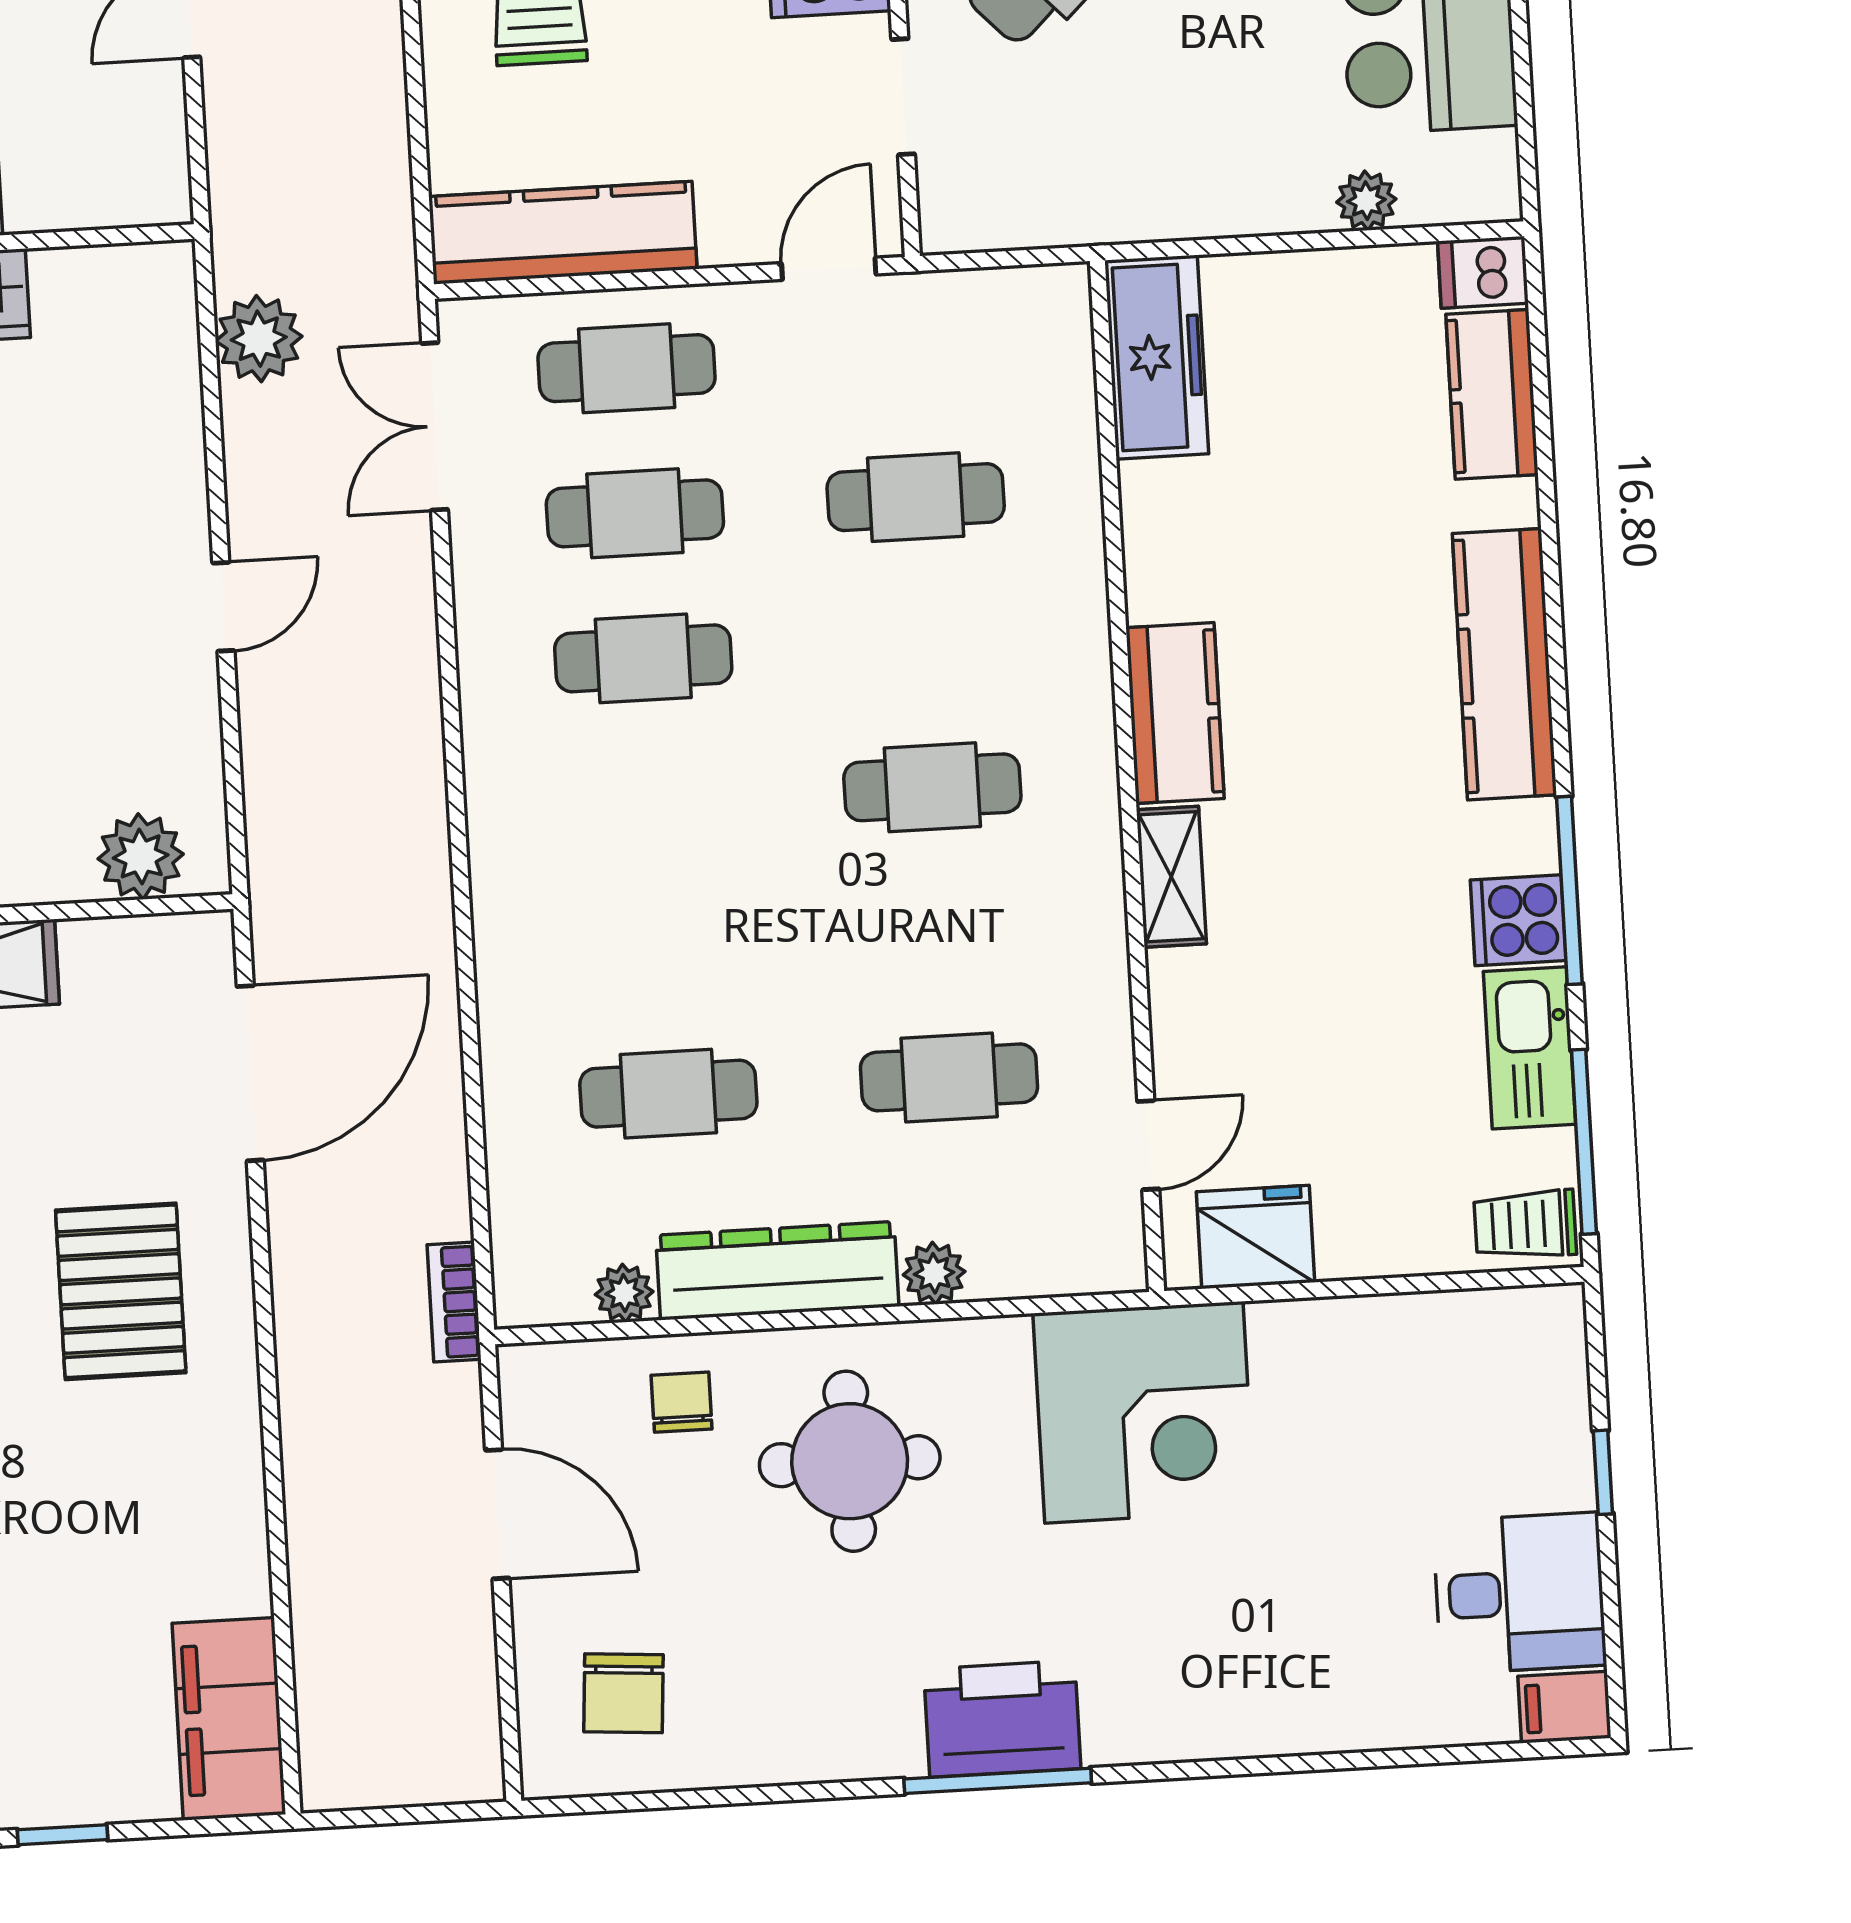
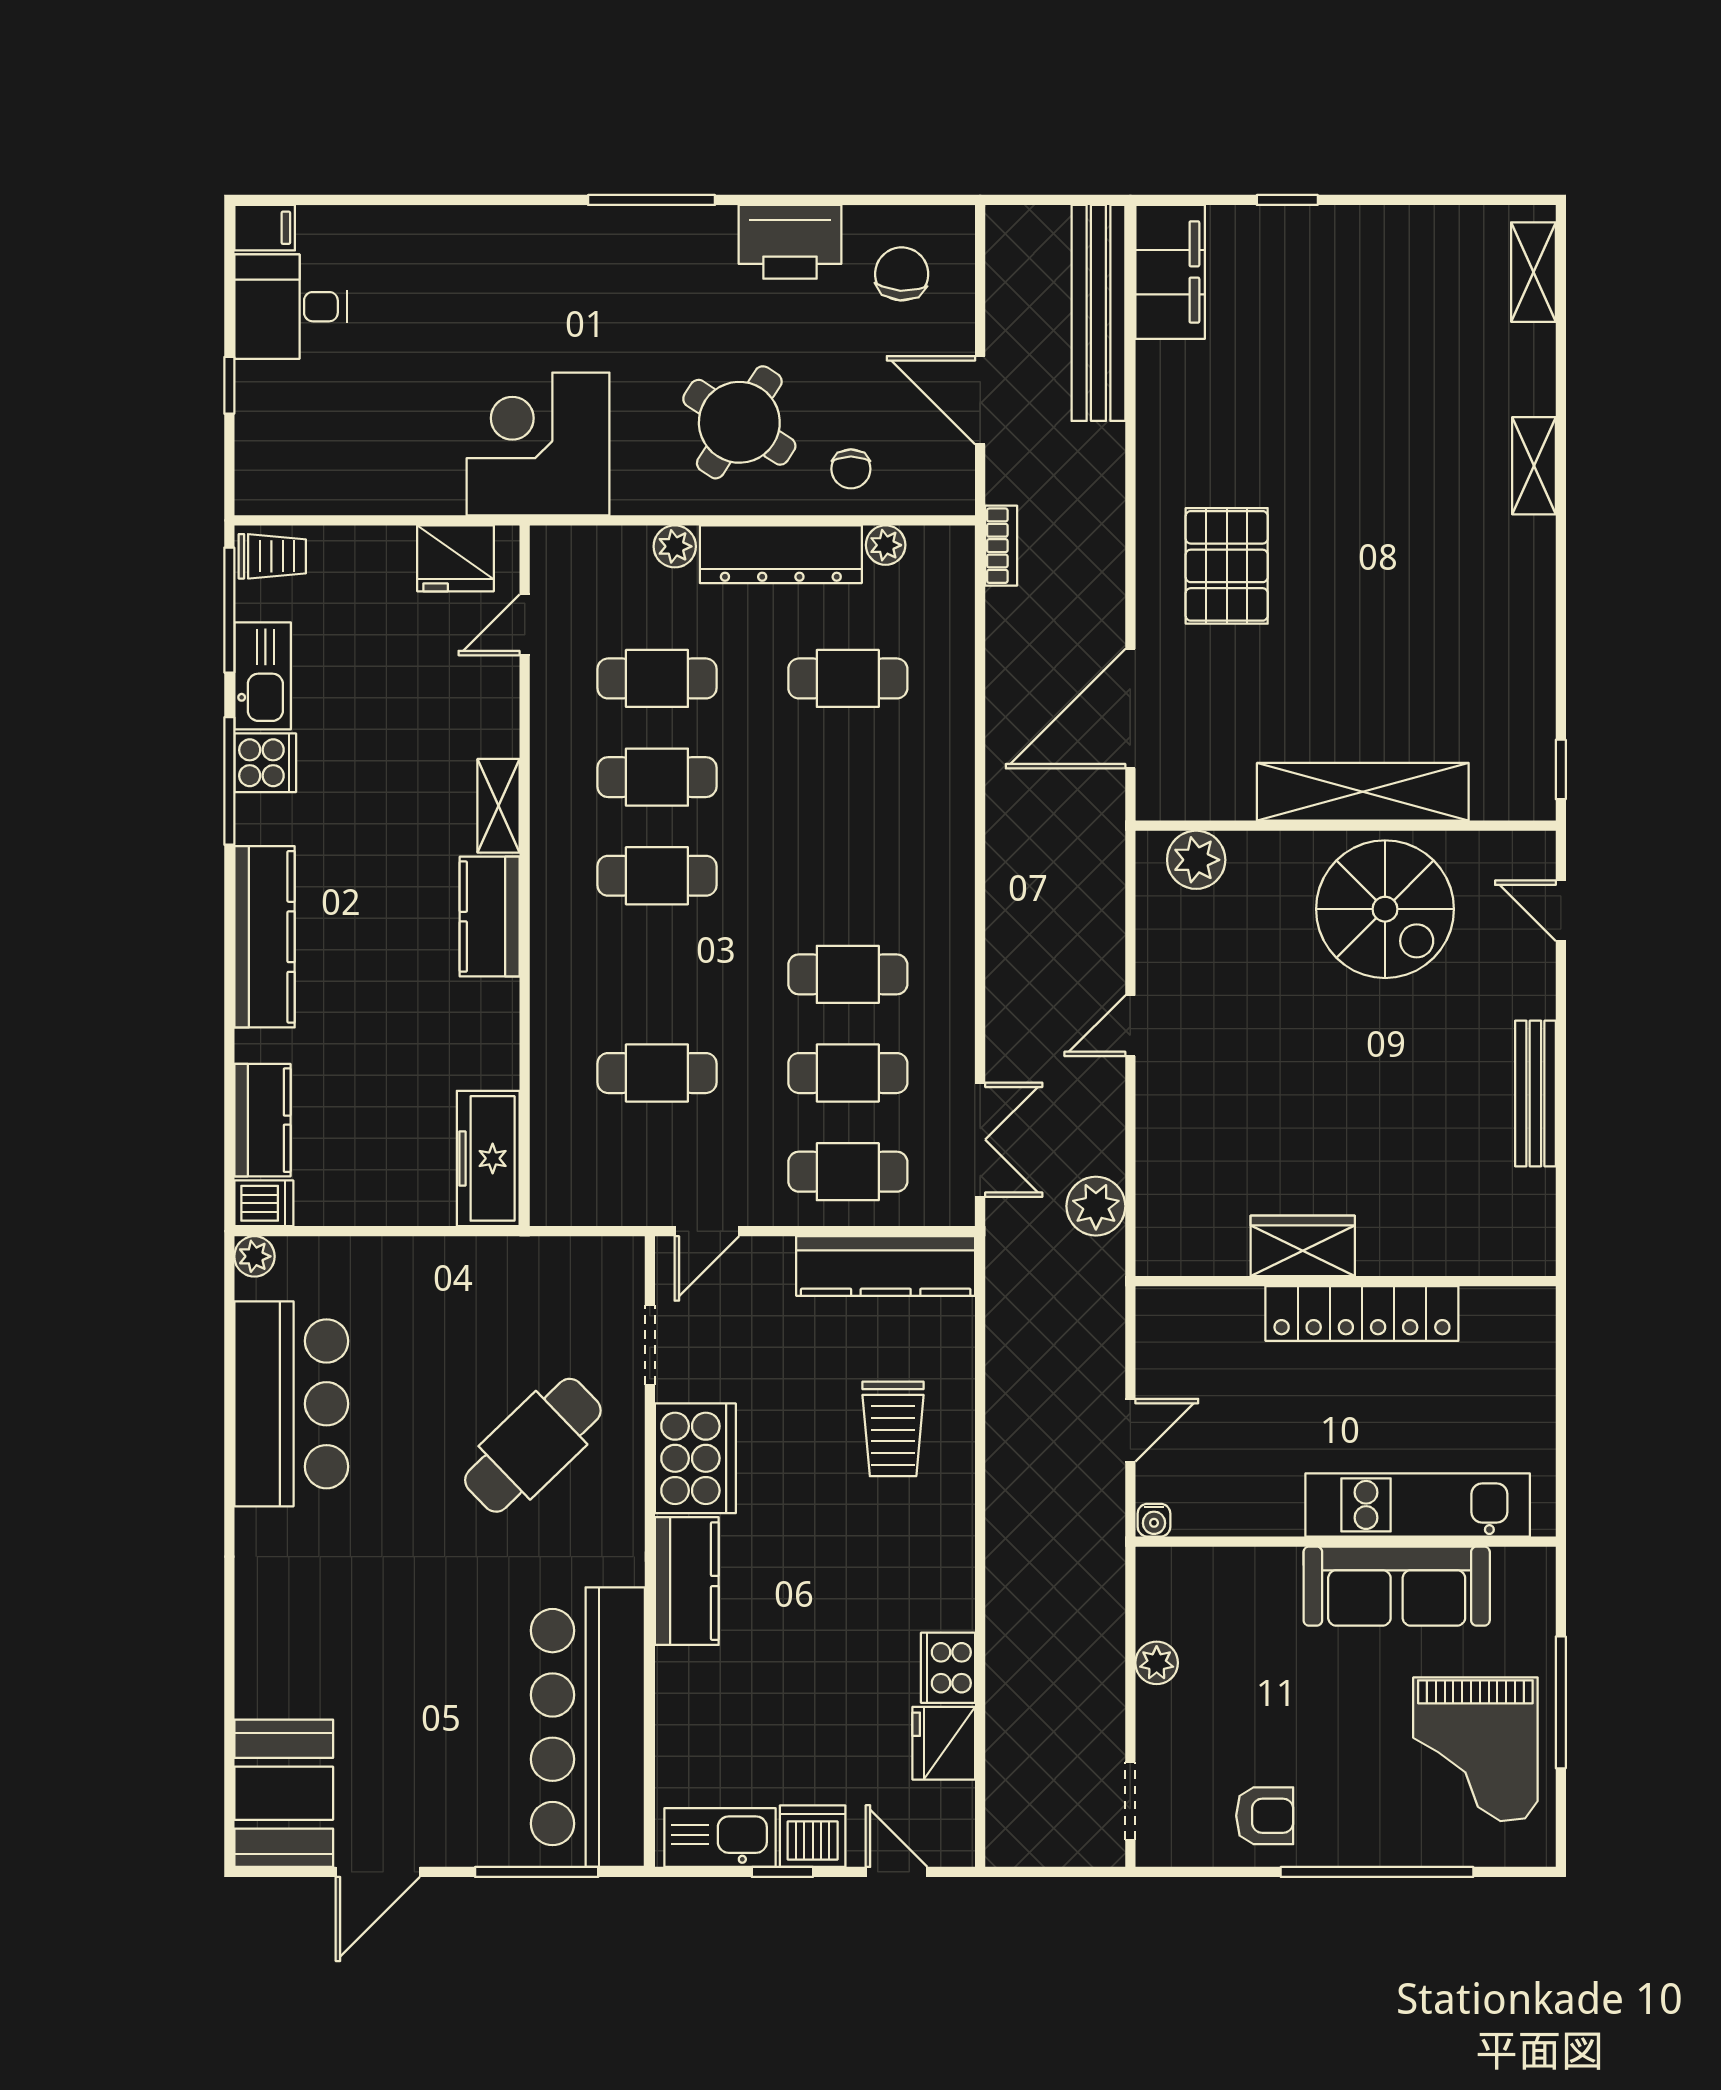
plant: (1366, 201) -> (254, 1256), moved
cafe table: (941, 932) -> (657, 777), added
round table: (850, 1461) -> (739, 422), turned 33
bench: (331, 1653) -> (1098, 313), added
printer: (1002, 1719) -> (790, 242), moved

